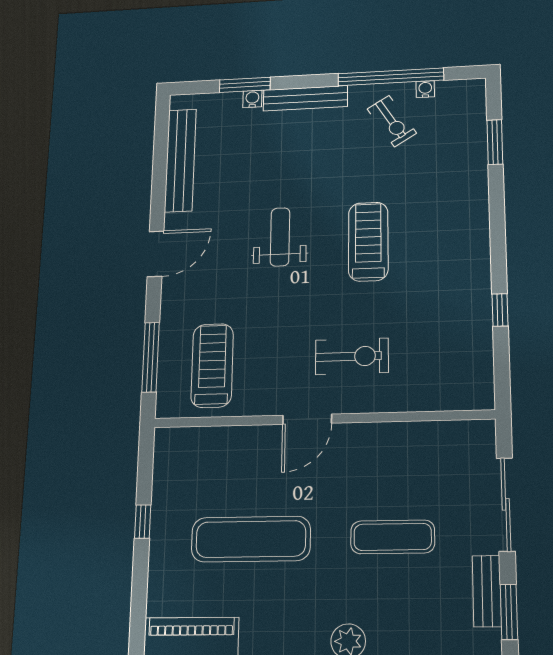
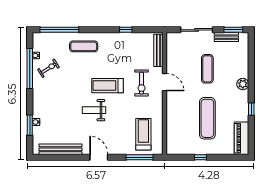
bench: (305, 98) -> (158, 50), moved
window: (495, 142) -> (59, 30), width x2.11
exercise mat: (452, 204) -> (84, 46), added
treadmill: (368, 242) -> (108, 86), moved
exercise bike: (352, 356) -> (142, 83), turned 180
treadmill: (212, 365) -> (143, 134), turned 90
door: (307, 419) -> (165, 82), moved

